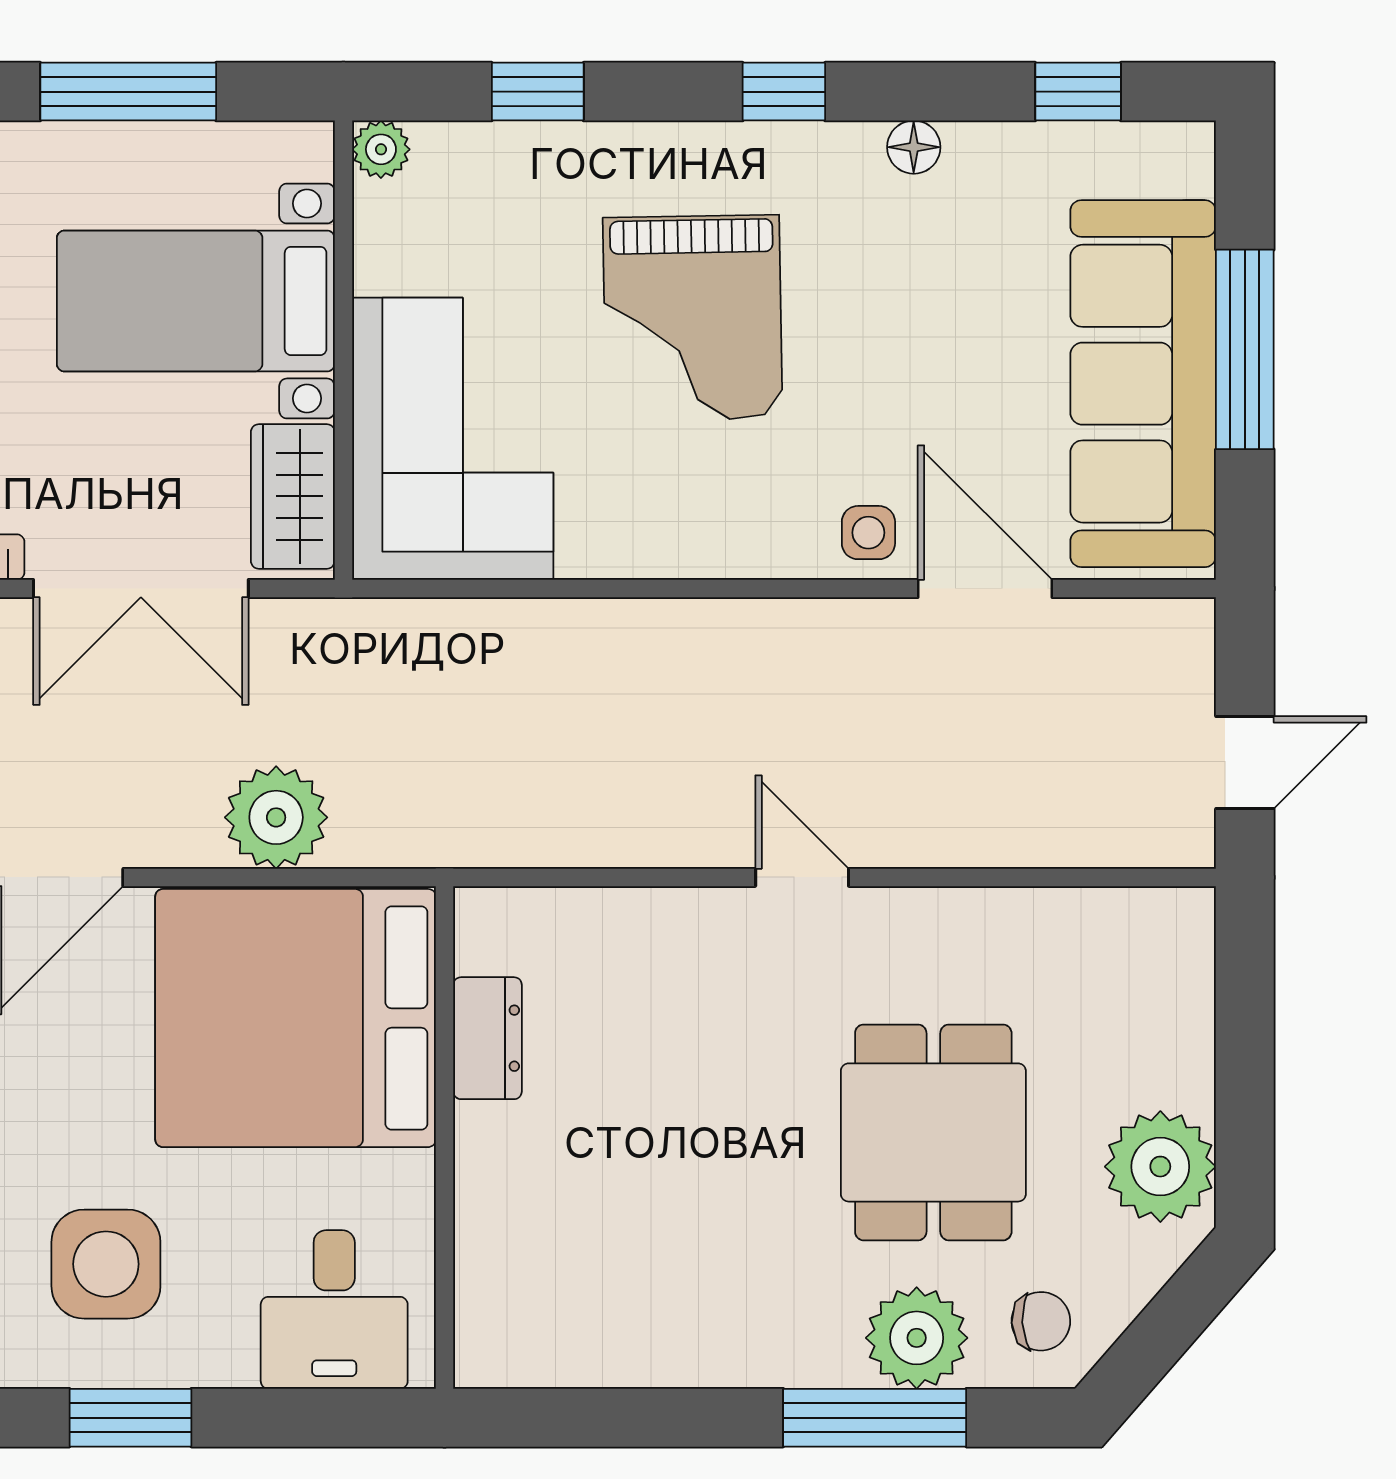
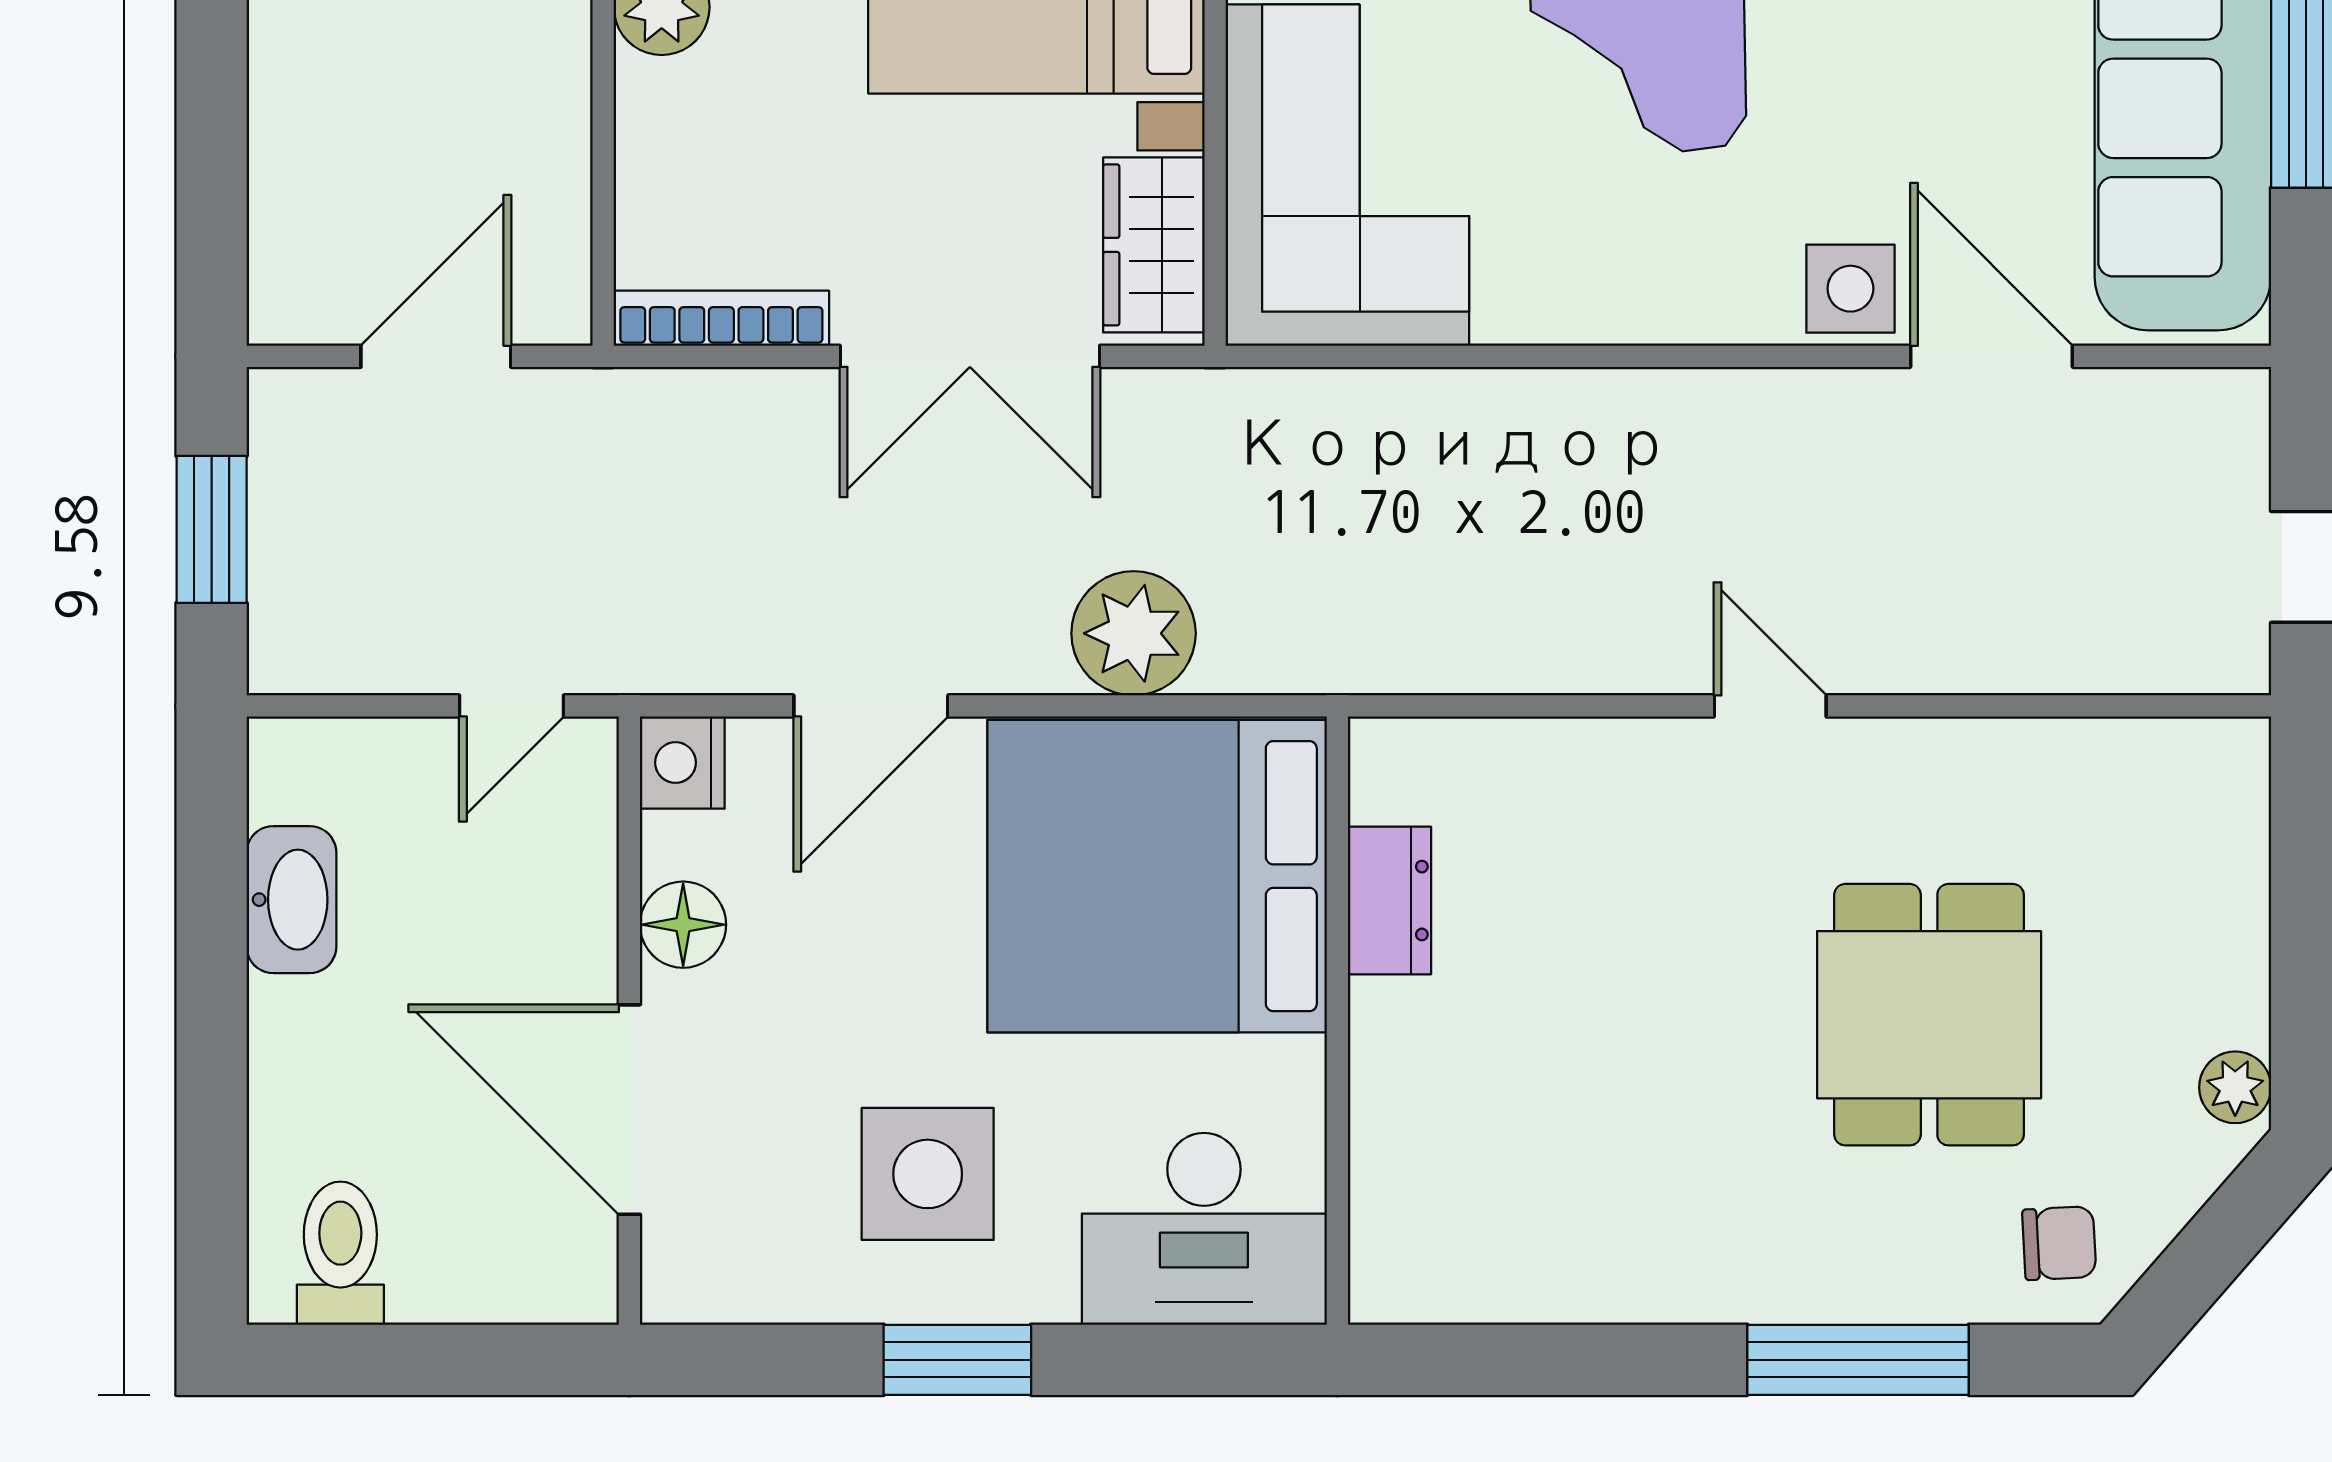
side table: (868, 533) -> (1850, 289), width x1.37, depth x1.37
plant: (1160, 1167) -> (2235, 1087), width x0.53, depth x0.53
desk: (334, 1310) -> (1204, 1229), width x1.37
plant: (917, 1338) -> (1909, 1263), removed

